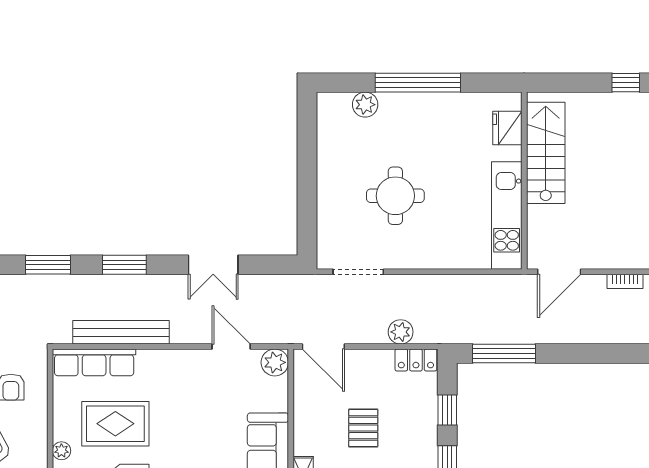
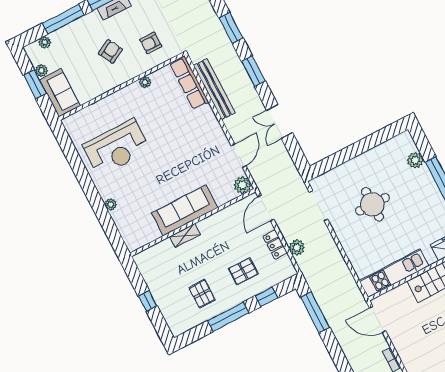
locker: (416, 360) -> (275, 244), moved
rug: (115, 424) -> (161, 113), removed
pallet: (363, 428) -> (243, 271), moved
plant: (61, 451) -> (145, 82), moved

